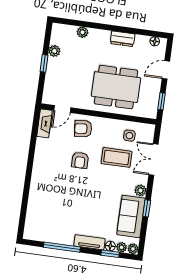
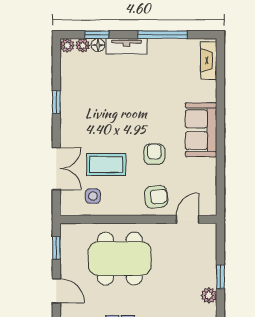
door: (166, 70) -> (56, 291), hinge flipped
fireplace: (44, 123) -> (209, 61), moved
plant: (141, 190) -> (68, 125), removed
sofa: (131, 216) -> (201, 130), moved, turned 180

